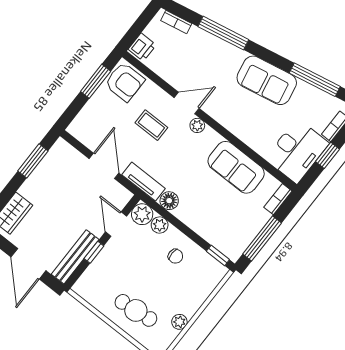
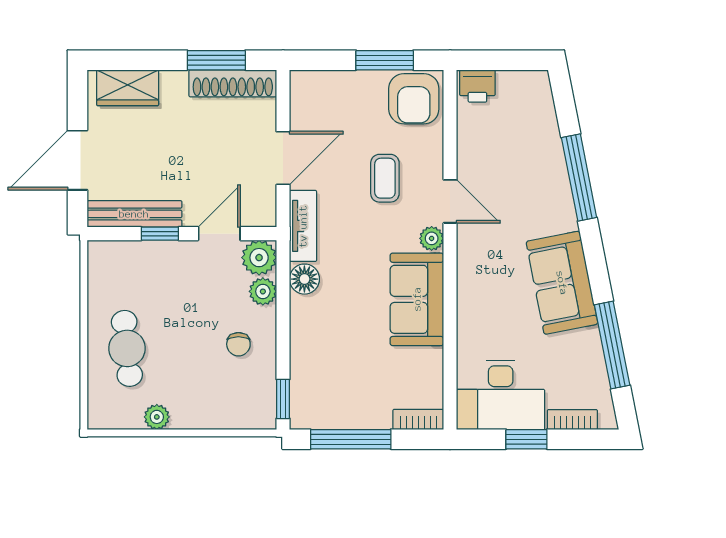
bookcase: (176, 22) -> (545, 105), removed
shoe rack: (50, 162) -> (233, 83), added
sofa: (236, 167) -> (417, 299), moved

